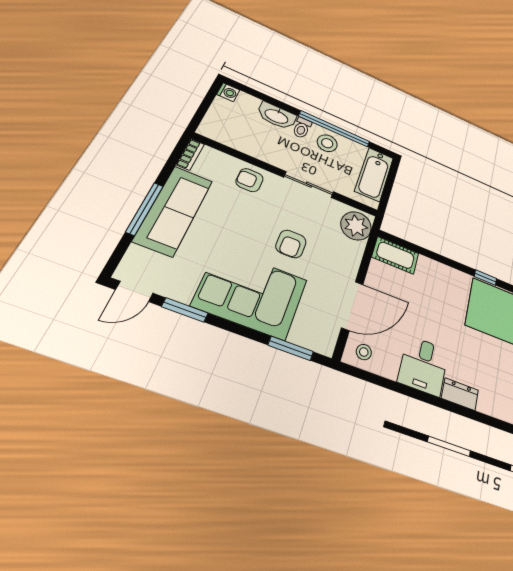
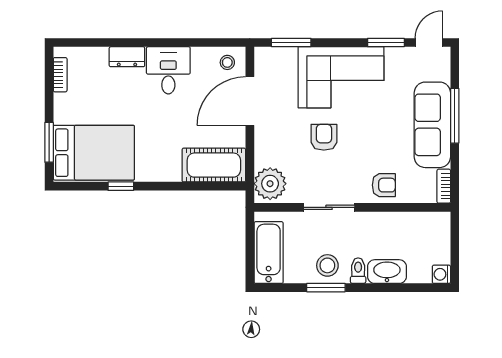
window: (334, 129) -> (326, 288), width x0.47
cot: (395, 255) -> (214, 165), width x1.37, depth x1.34

